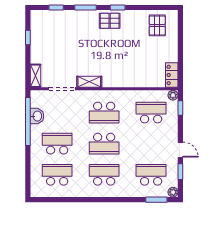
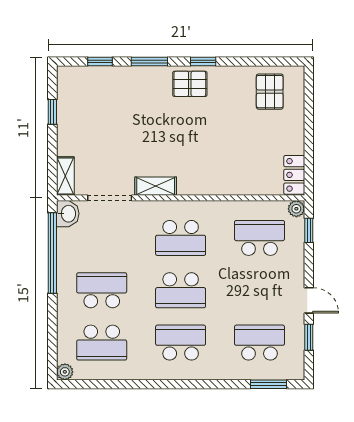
washbasin: (37, 116) -> (68, 214), moved
school desk: (57, 175) -> (102, 343), turned 180
plant: (173, 192) -> (65, 372), moved

